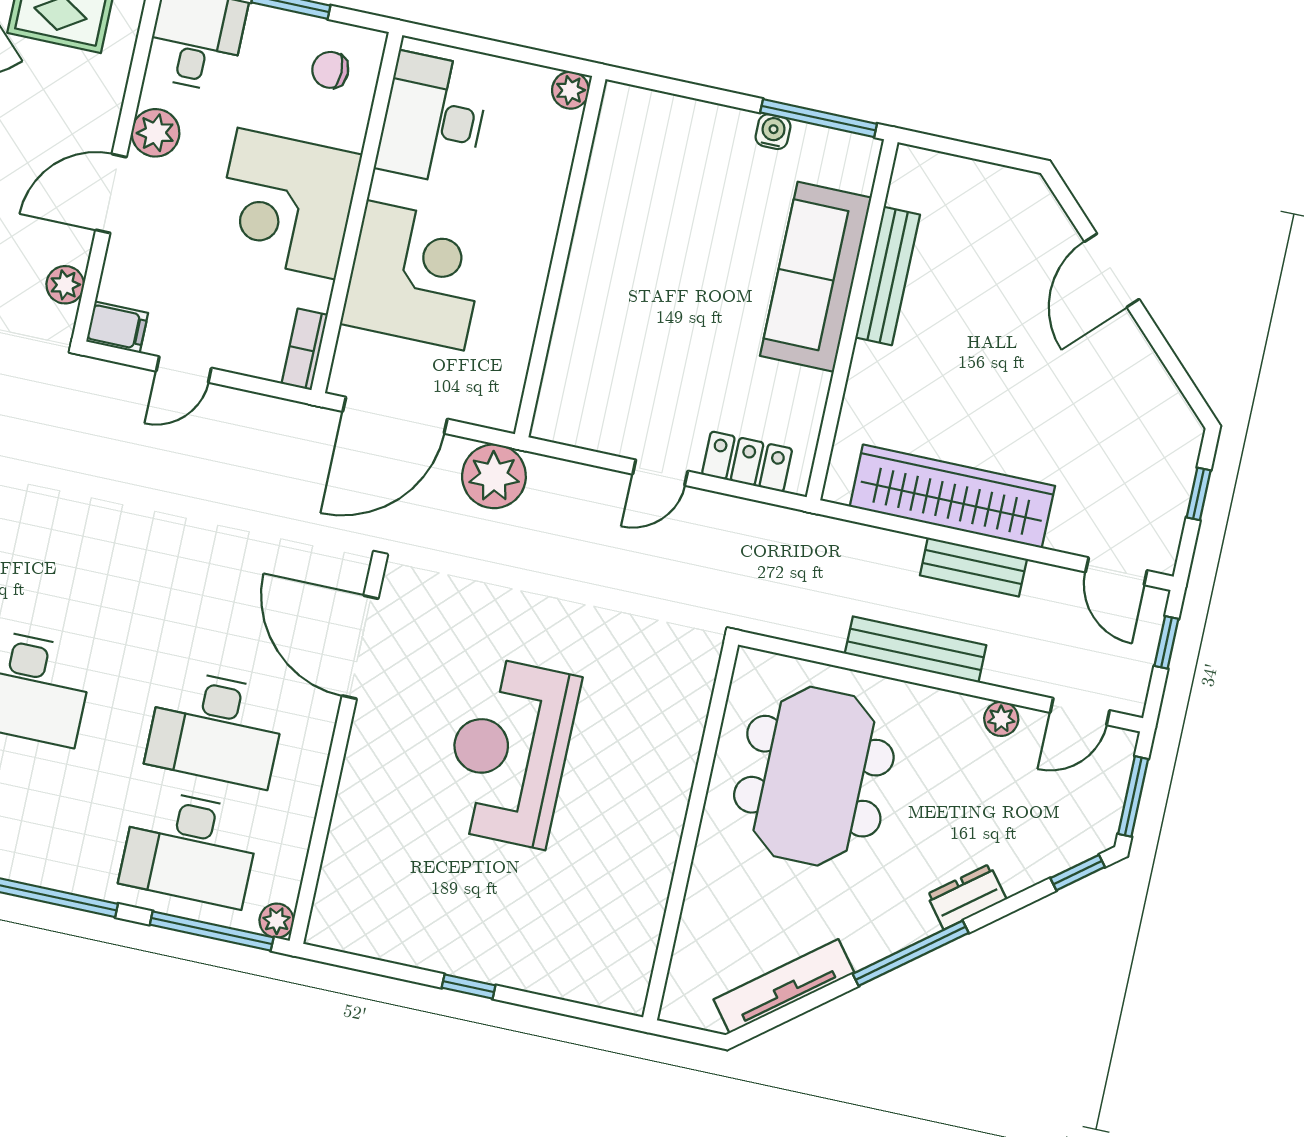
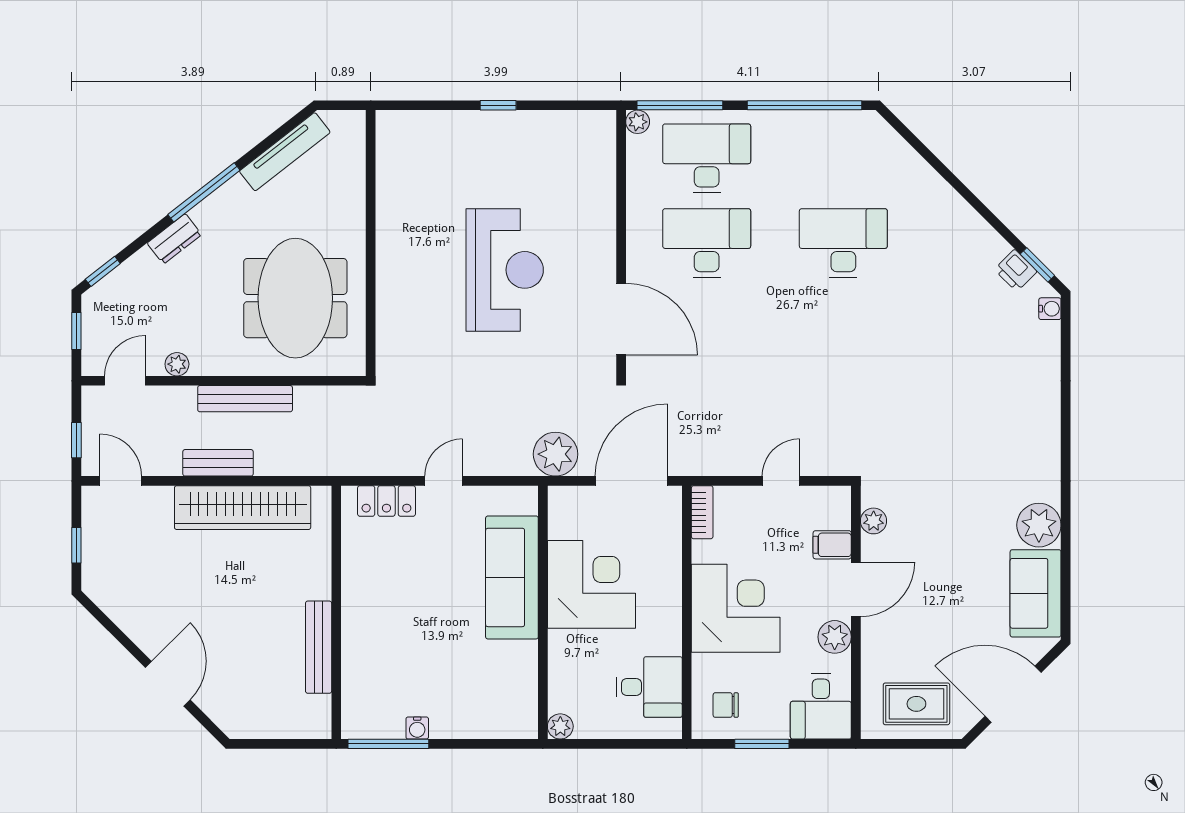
chair: (330, 70) -> (726, 705), turned 180
desk: (433, 119) -> (649, 687), width x0.73
corner desk: (415, 275) -> (591, 584), moved, turned 180
sofa: (816, 277) -> (512, 577), moved, turned 180
filing cabinet: (117, 327) -> (832, 545), moved
window: (1133, 796) -> (76, 331), width x0.67

